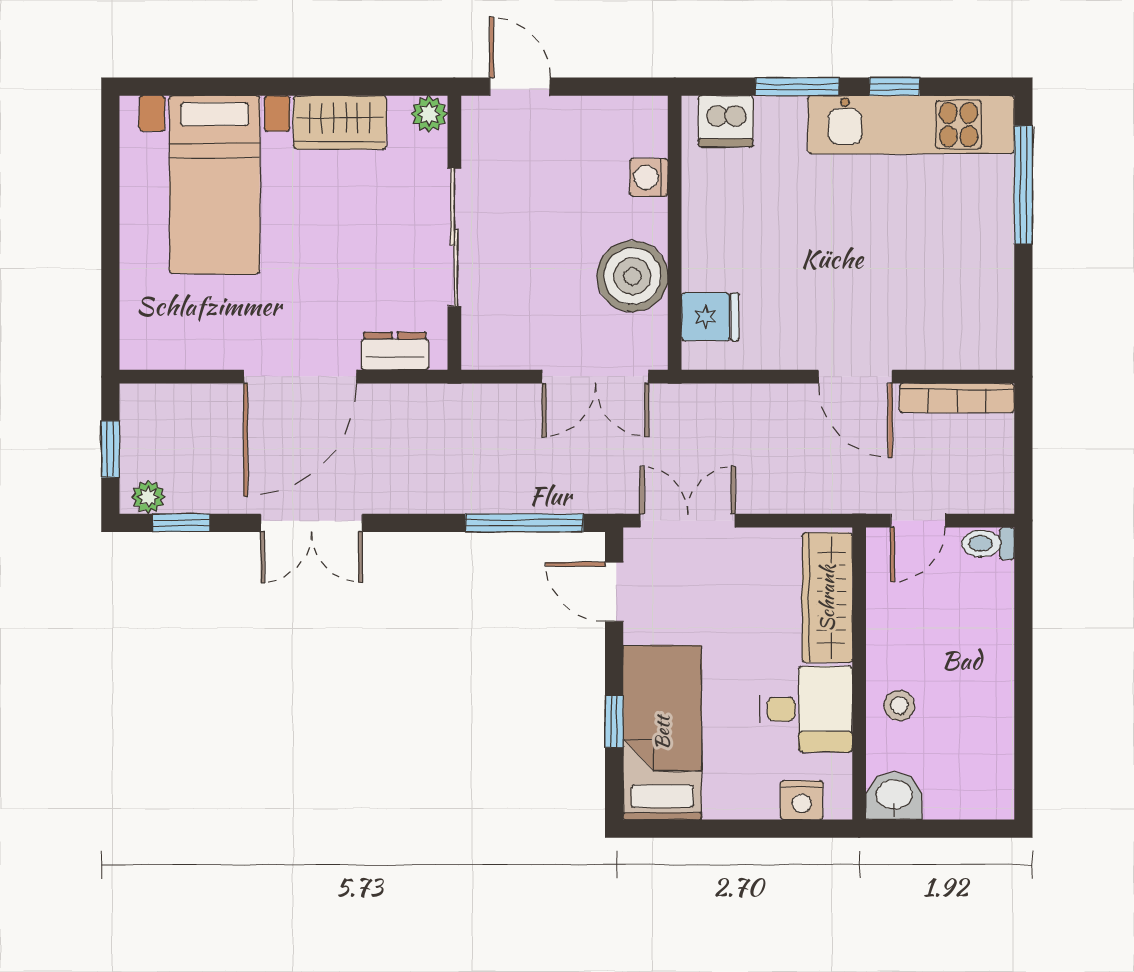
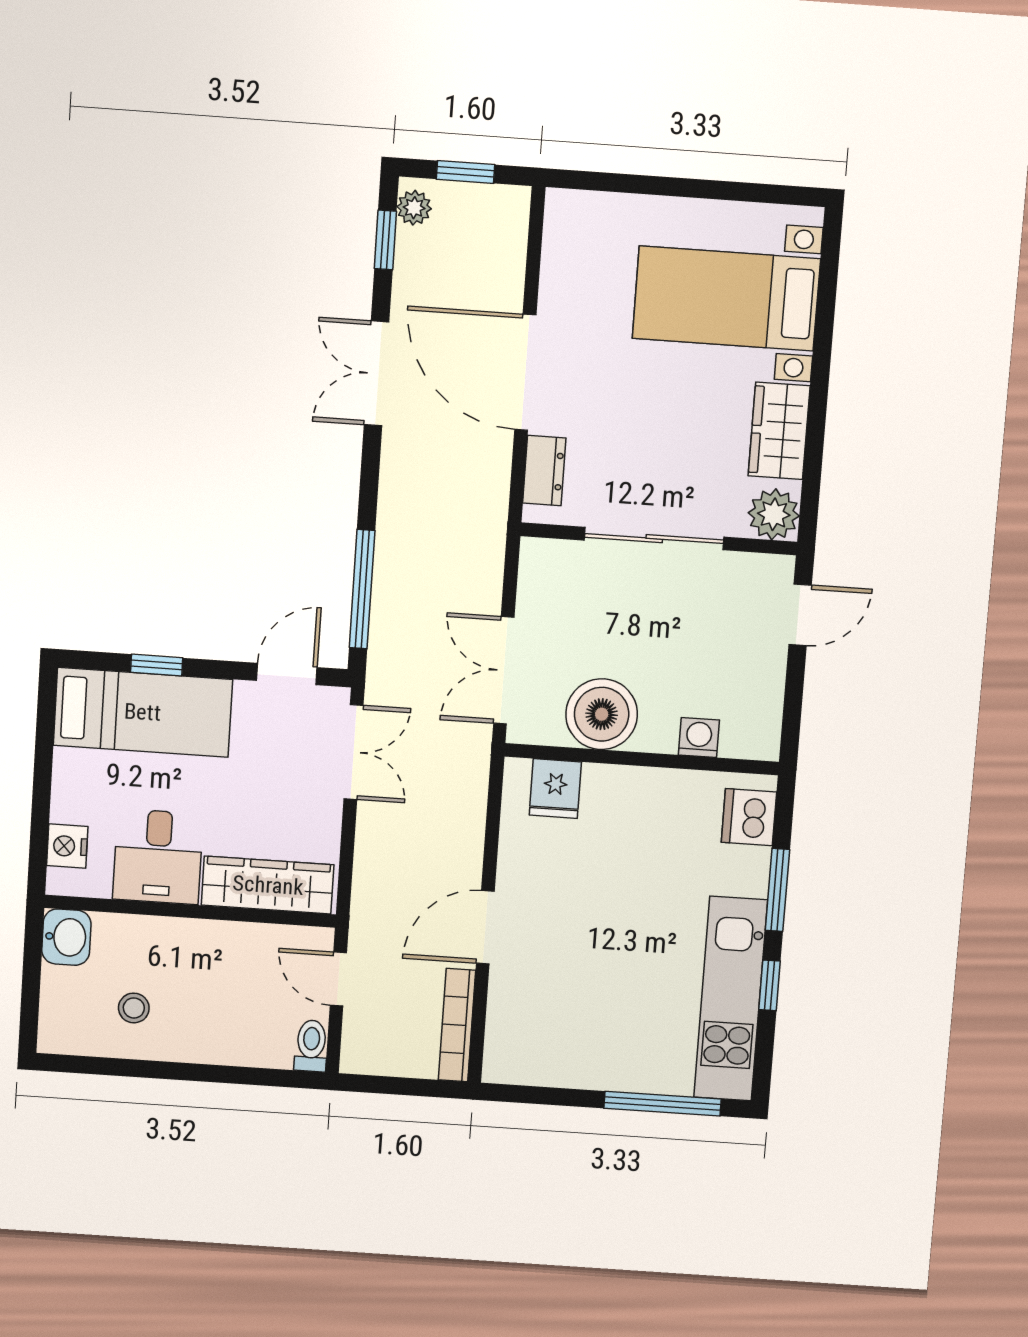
plant: (429, 114) -> (774, 514), width x1.38, depth x1.38
stool: (899, 705) -> (134, 1008), moved

